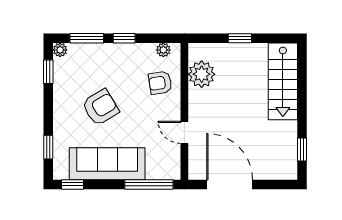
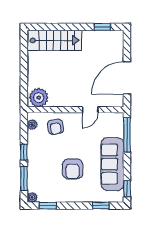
window: (240, 38) -> (24, 71), removed
plant: (202, 74) -> (39, 98), moved
armchair: (100, 107) -> (73, 169), turned -149

